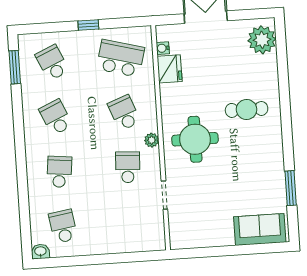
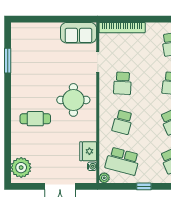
school desk: (124, 113) -> (123, 122), turned 36
plant: (152, 140) -> (104, 178), moved
sofa: (260, 229) -> (78, 33), moved
bookcase: (134, 245) -> (122, 28), added

